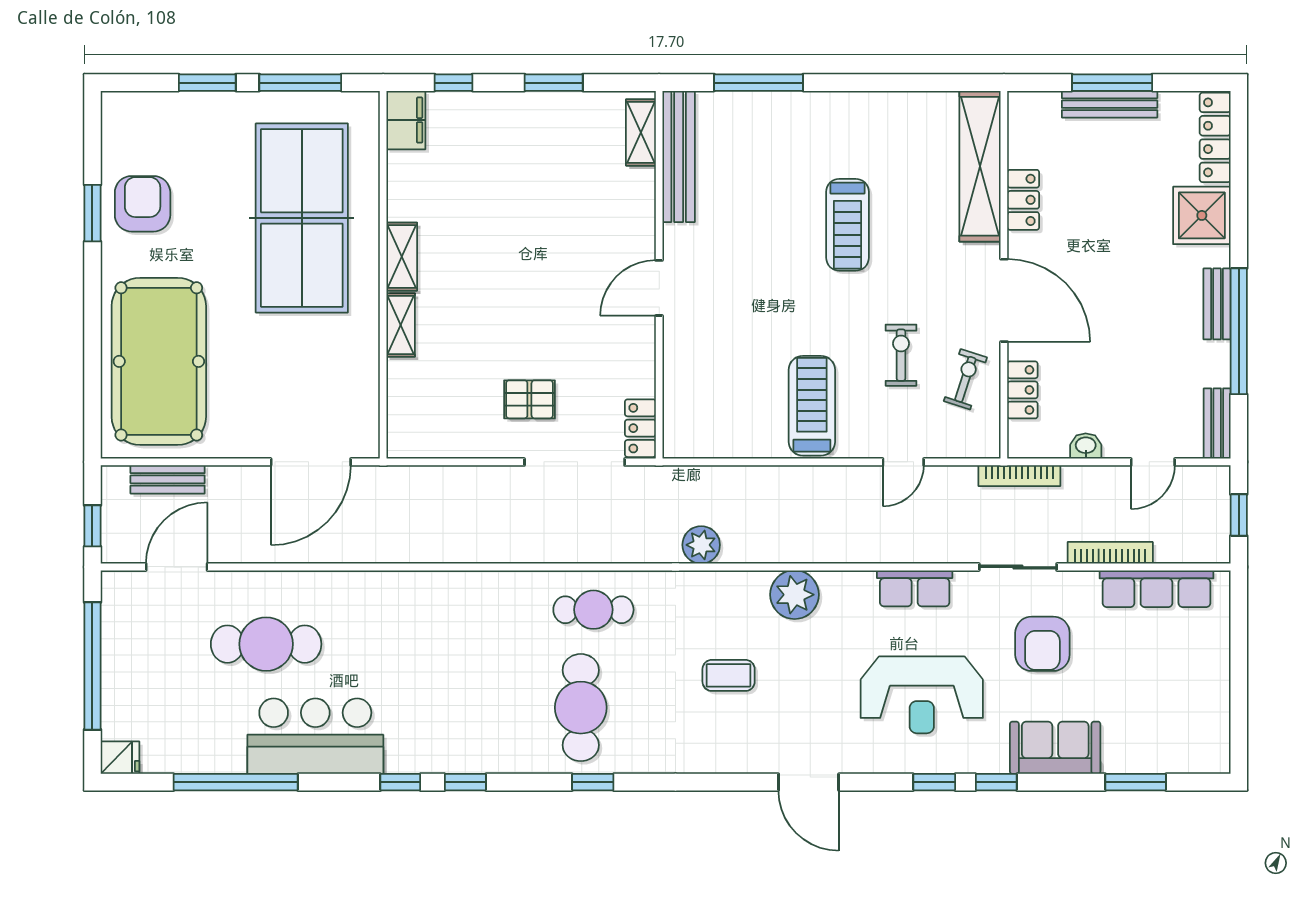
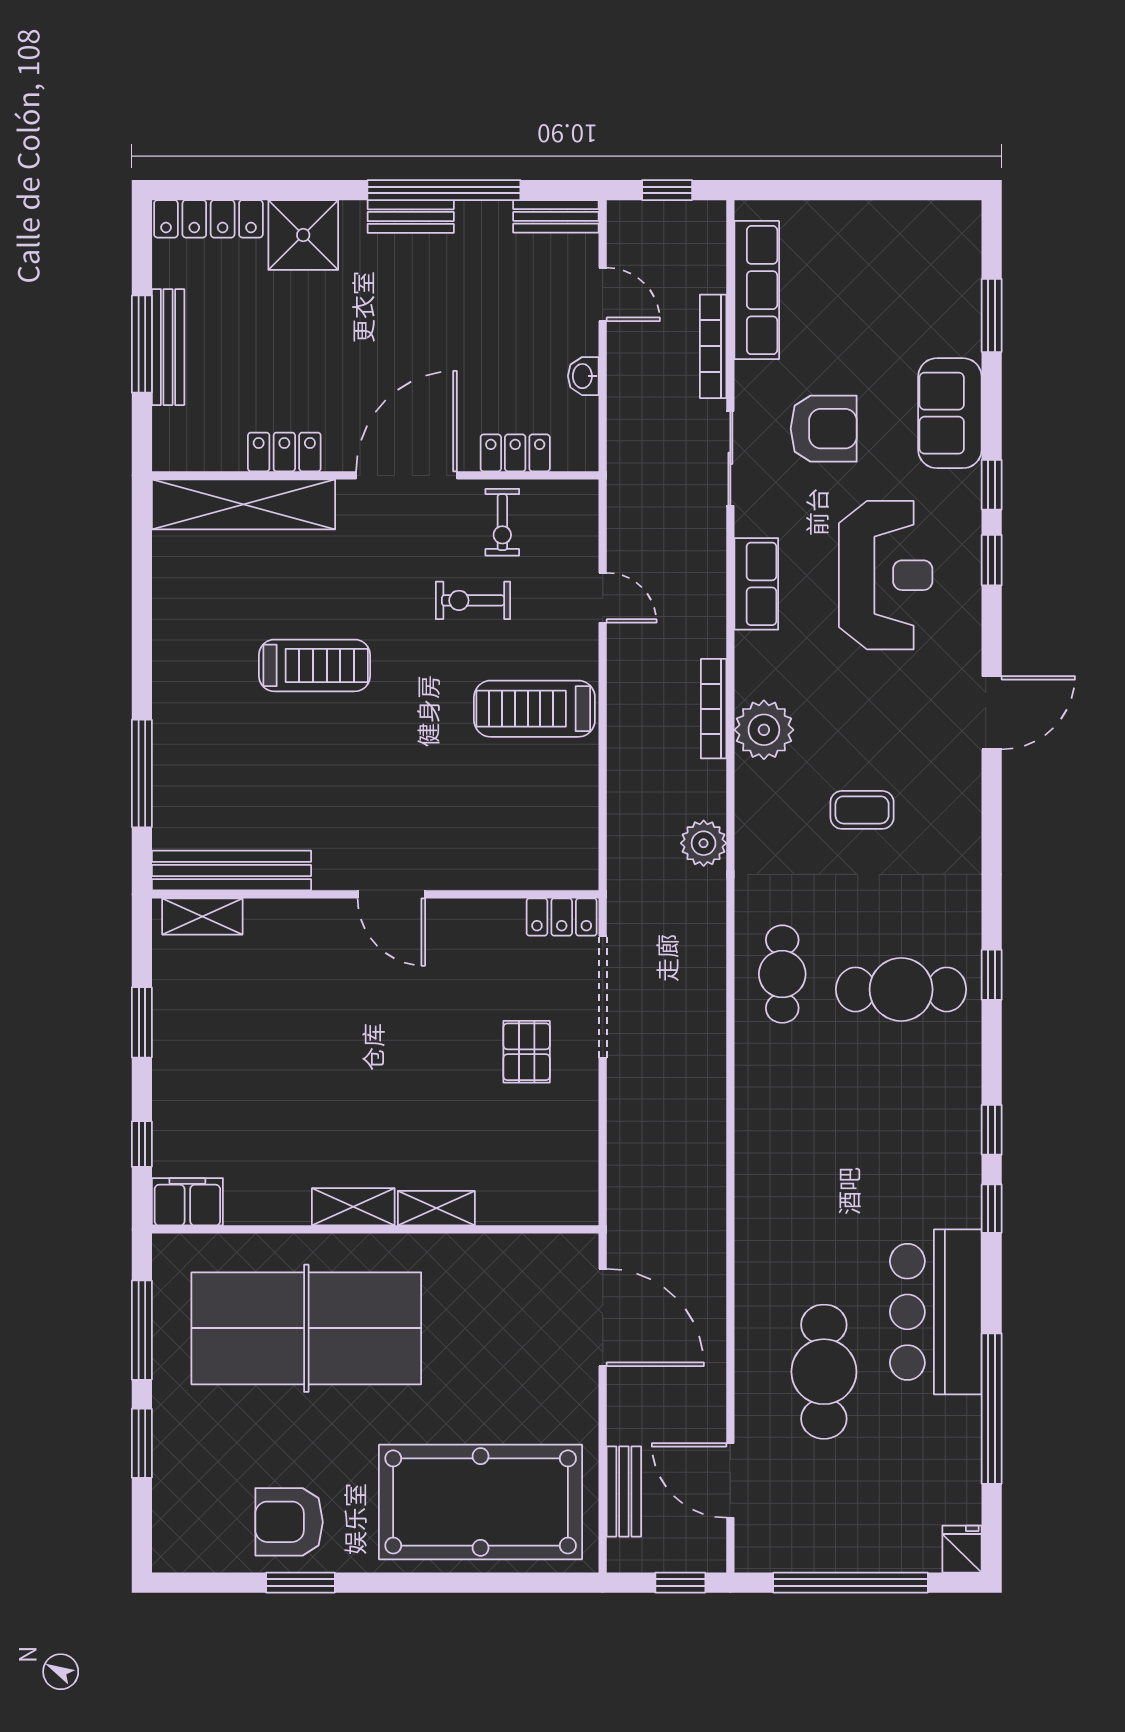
exercise bike: (965, 379) -> (502, 522), turned -108
bookcase: (1019, 476) -> (714, 709), moved, turned 180
coffee table: (729, 675) -> (862, 810), turned 90

